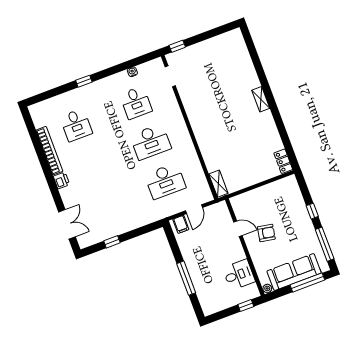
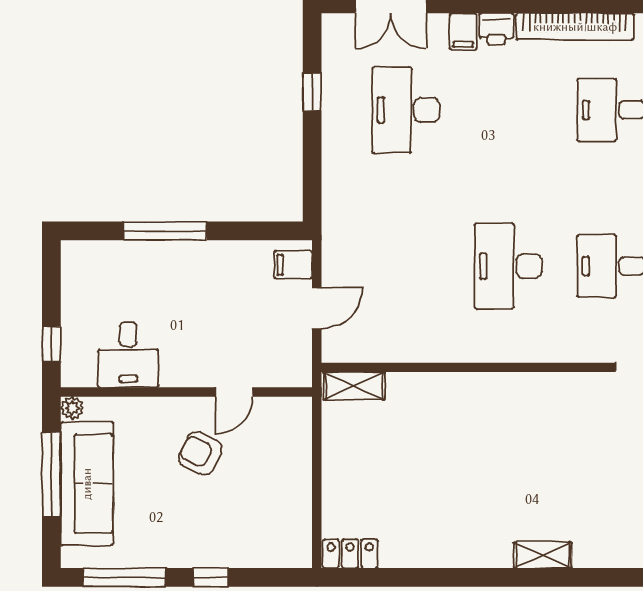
shelving: (261, 99) -> (543, 555), moved
desk: (165, 181) -> (406, 110), moved
filing cabinet: (67, 193) -> (463, 31), added
door: (194, 209) -> (317, 308), swing flipped
armchair: (266, 233) -> (200, 453), turned 106
window: (307, 282) -> (51, 474), moved

